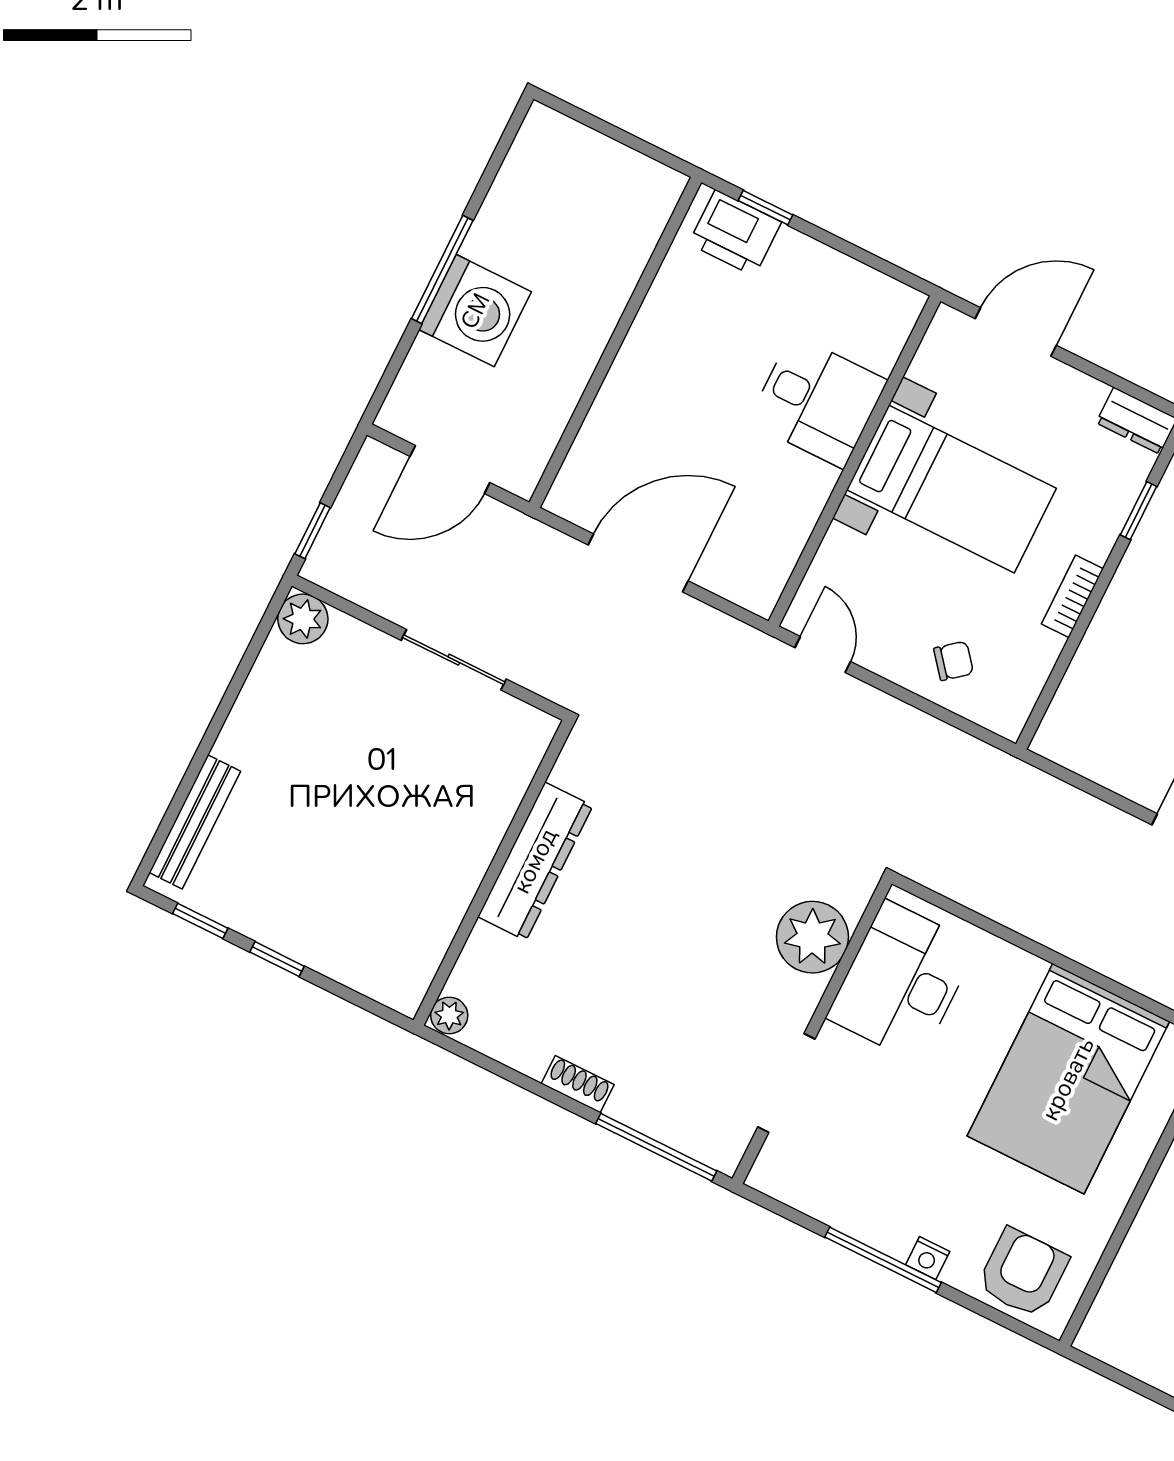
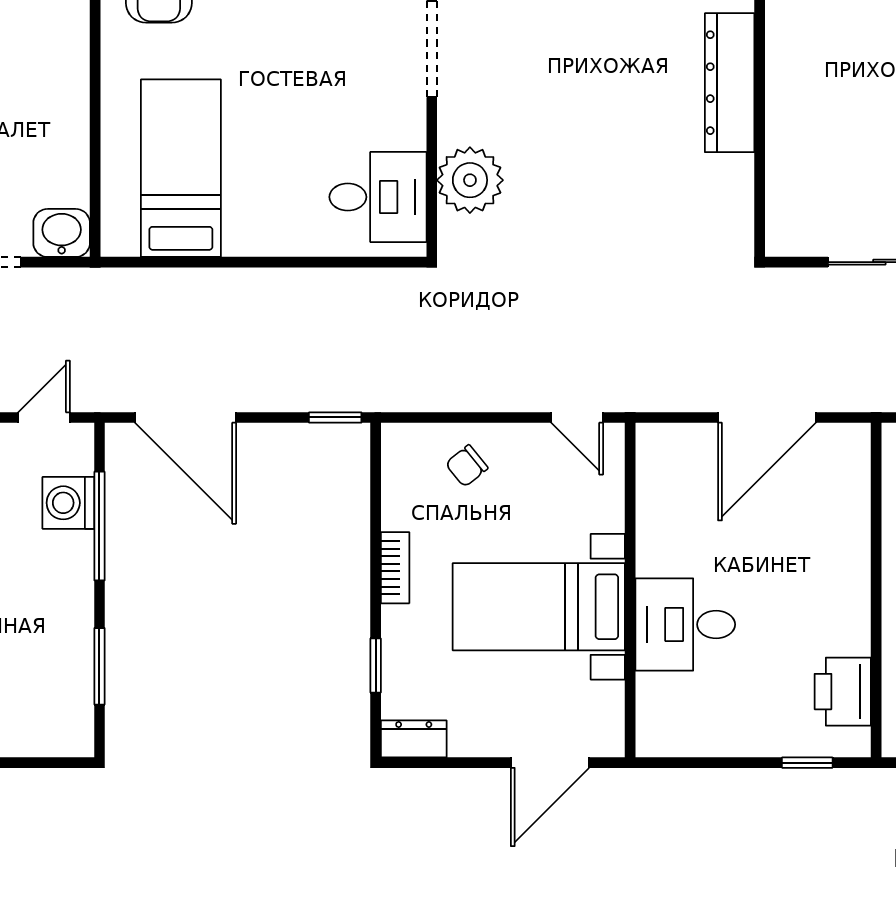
printer: (735, 233) -> (843, 692), moved, turned -90
window: (1058, 771) -> (335, 417), added
dresser: (535, 861) -> (730, 83), moved
desk: (902, 982) -> (378, 197), width x0.73
bed: (1068, 1079) -> (181, 168), width x0.67

